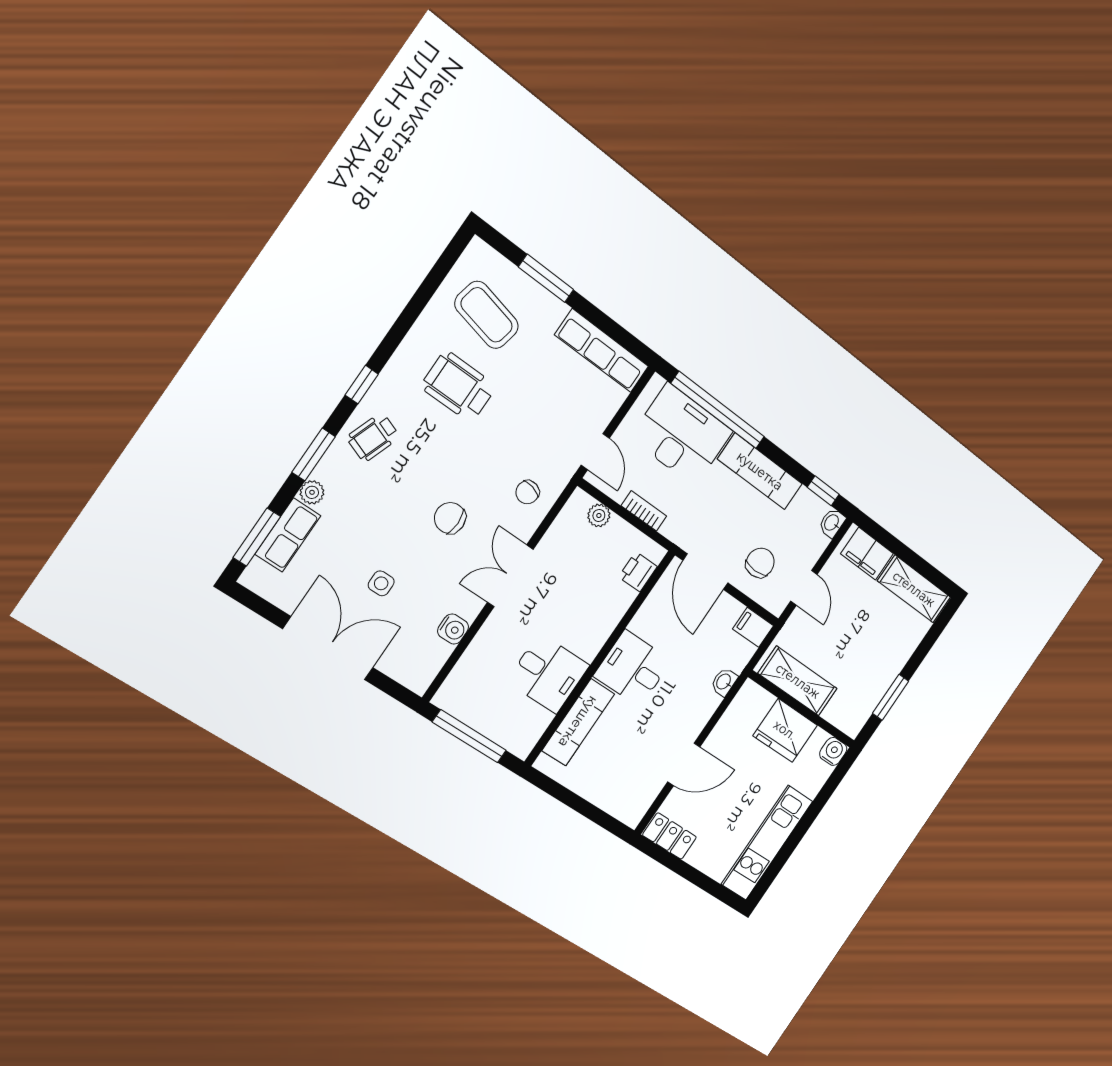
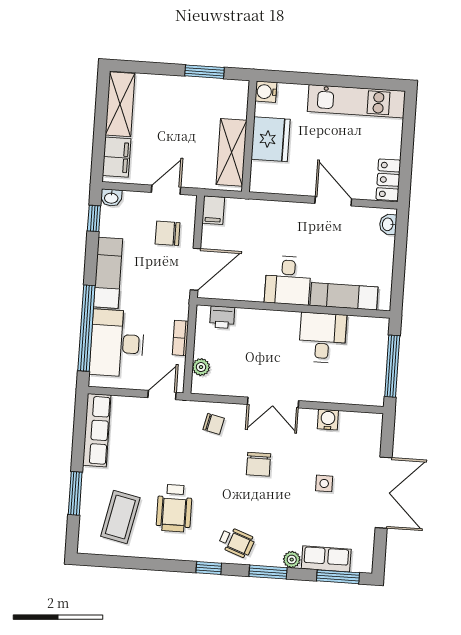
double door: (328, 648) -> (384, 493), swing flipped
washbasin: (724, 682) -> (388, 224), moved, turned 90

